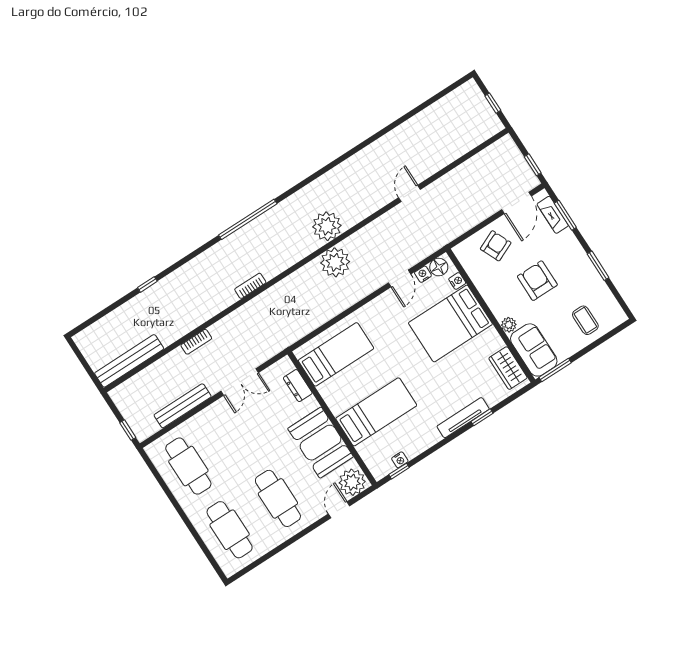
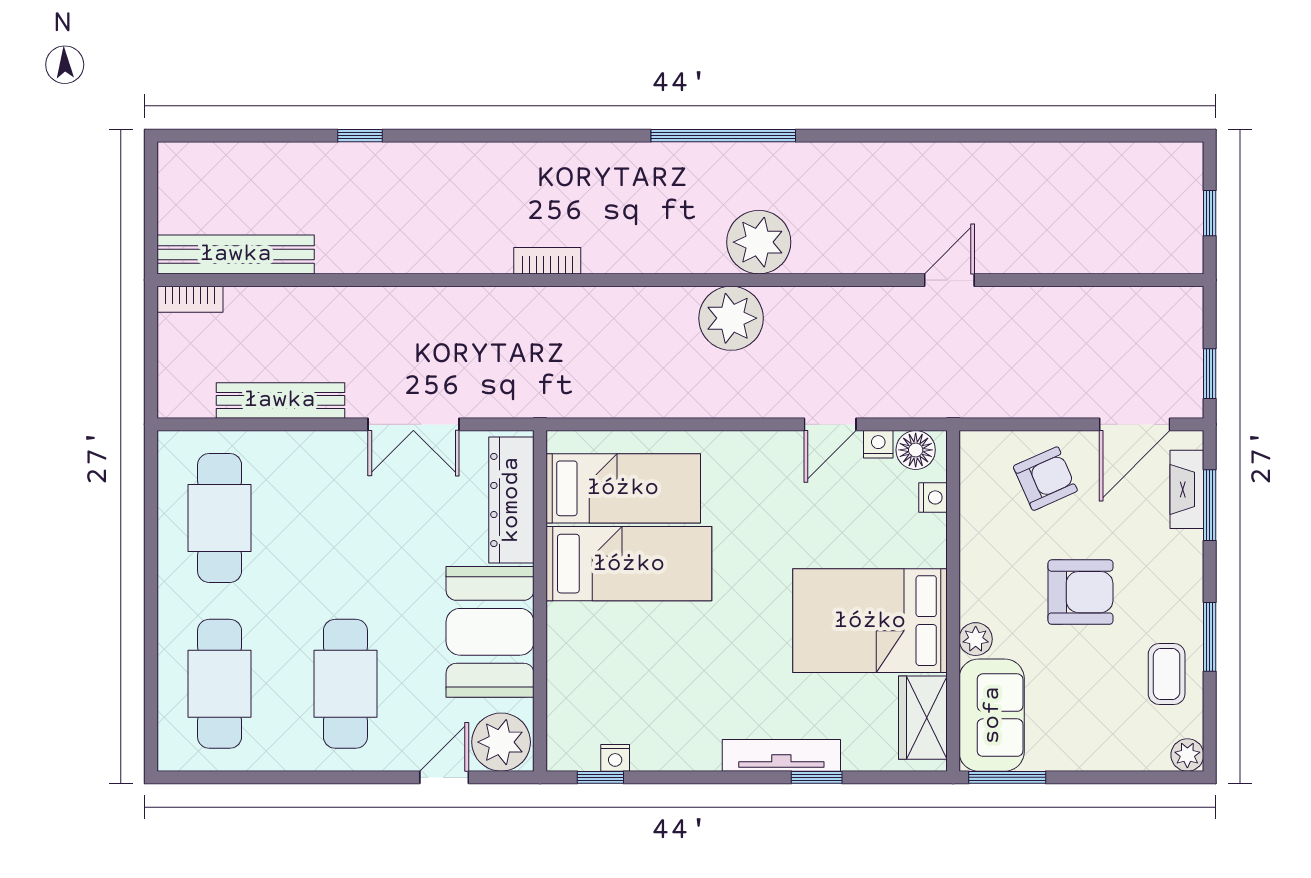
window: (248, 219) -> (723, 136), moved
armchair: (537, 281) -> (1081, 592), turned 90
plant: (619, 317) -> (1187, 755), added
coffee table: (585, 320) -> (1167, 674), moved
bed: (450, 324) -> (870, 621), moved
bookcase: (196, 342) -> (190, 299), moved
dresser: (298, 386) -> (511, 500), width x1.96, depth x1.24
bed: (376, 412) -> (629, 564), moved
window: (128, 430) -> (151, 380), removed

